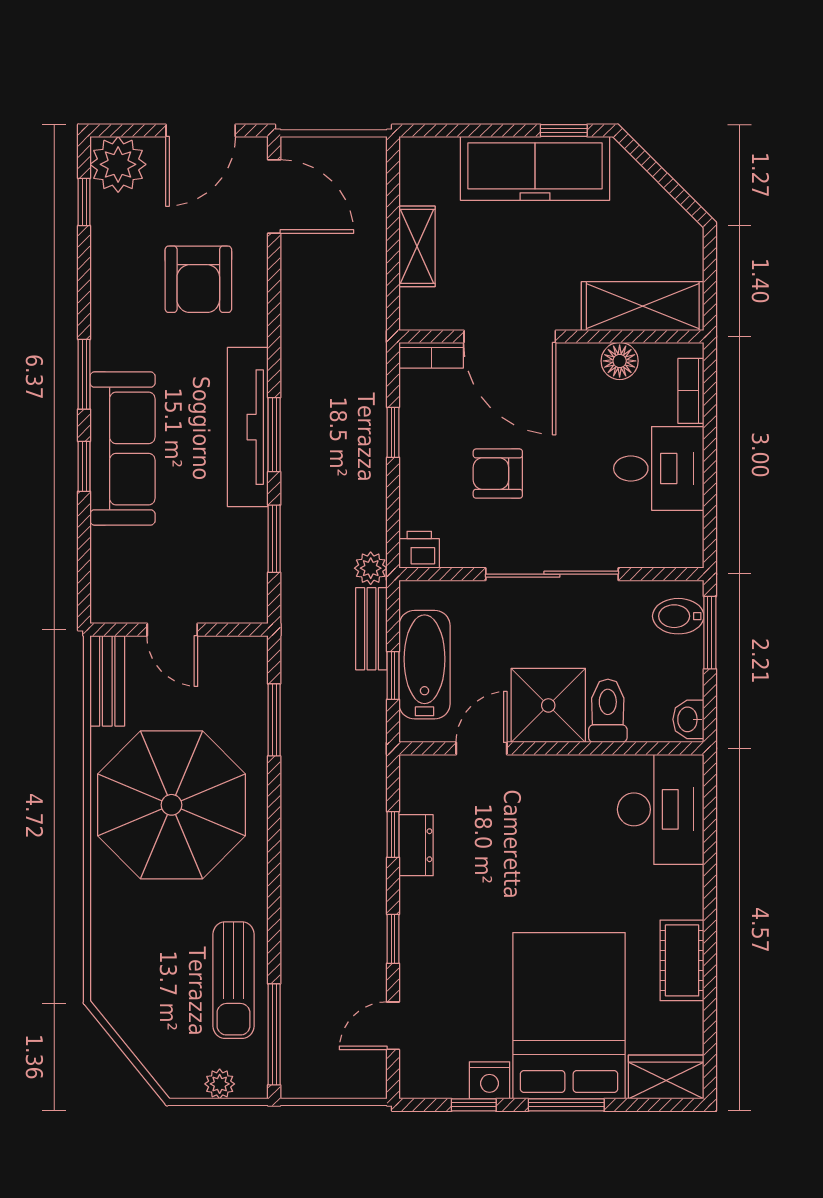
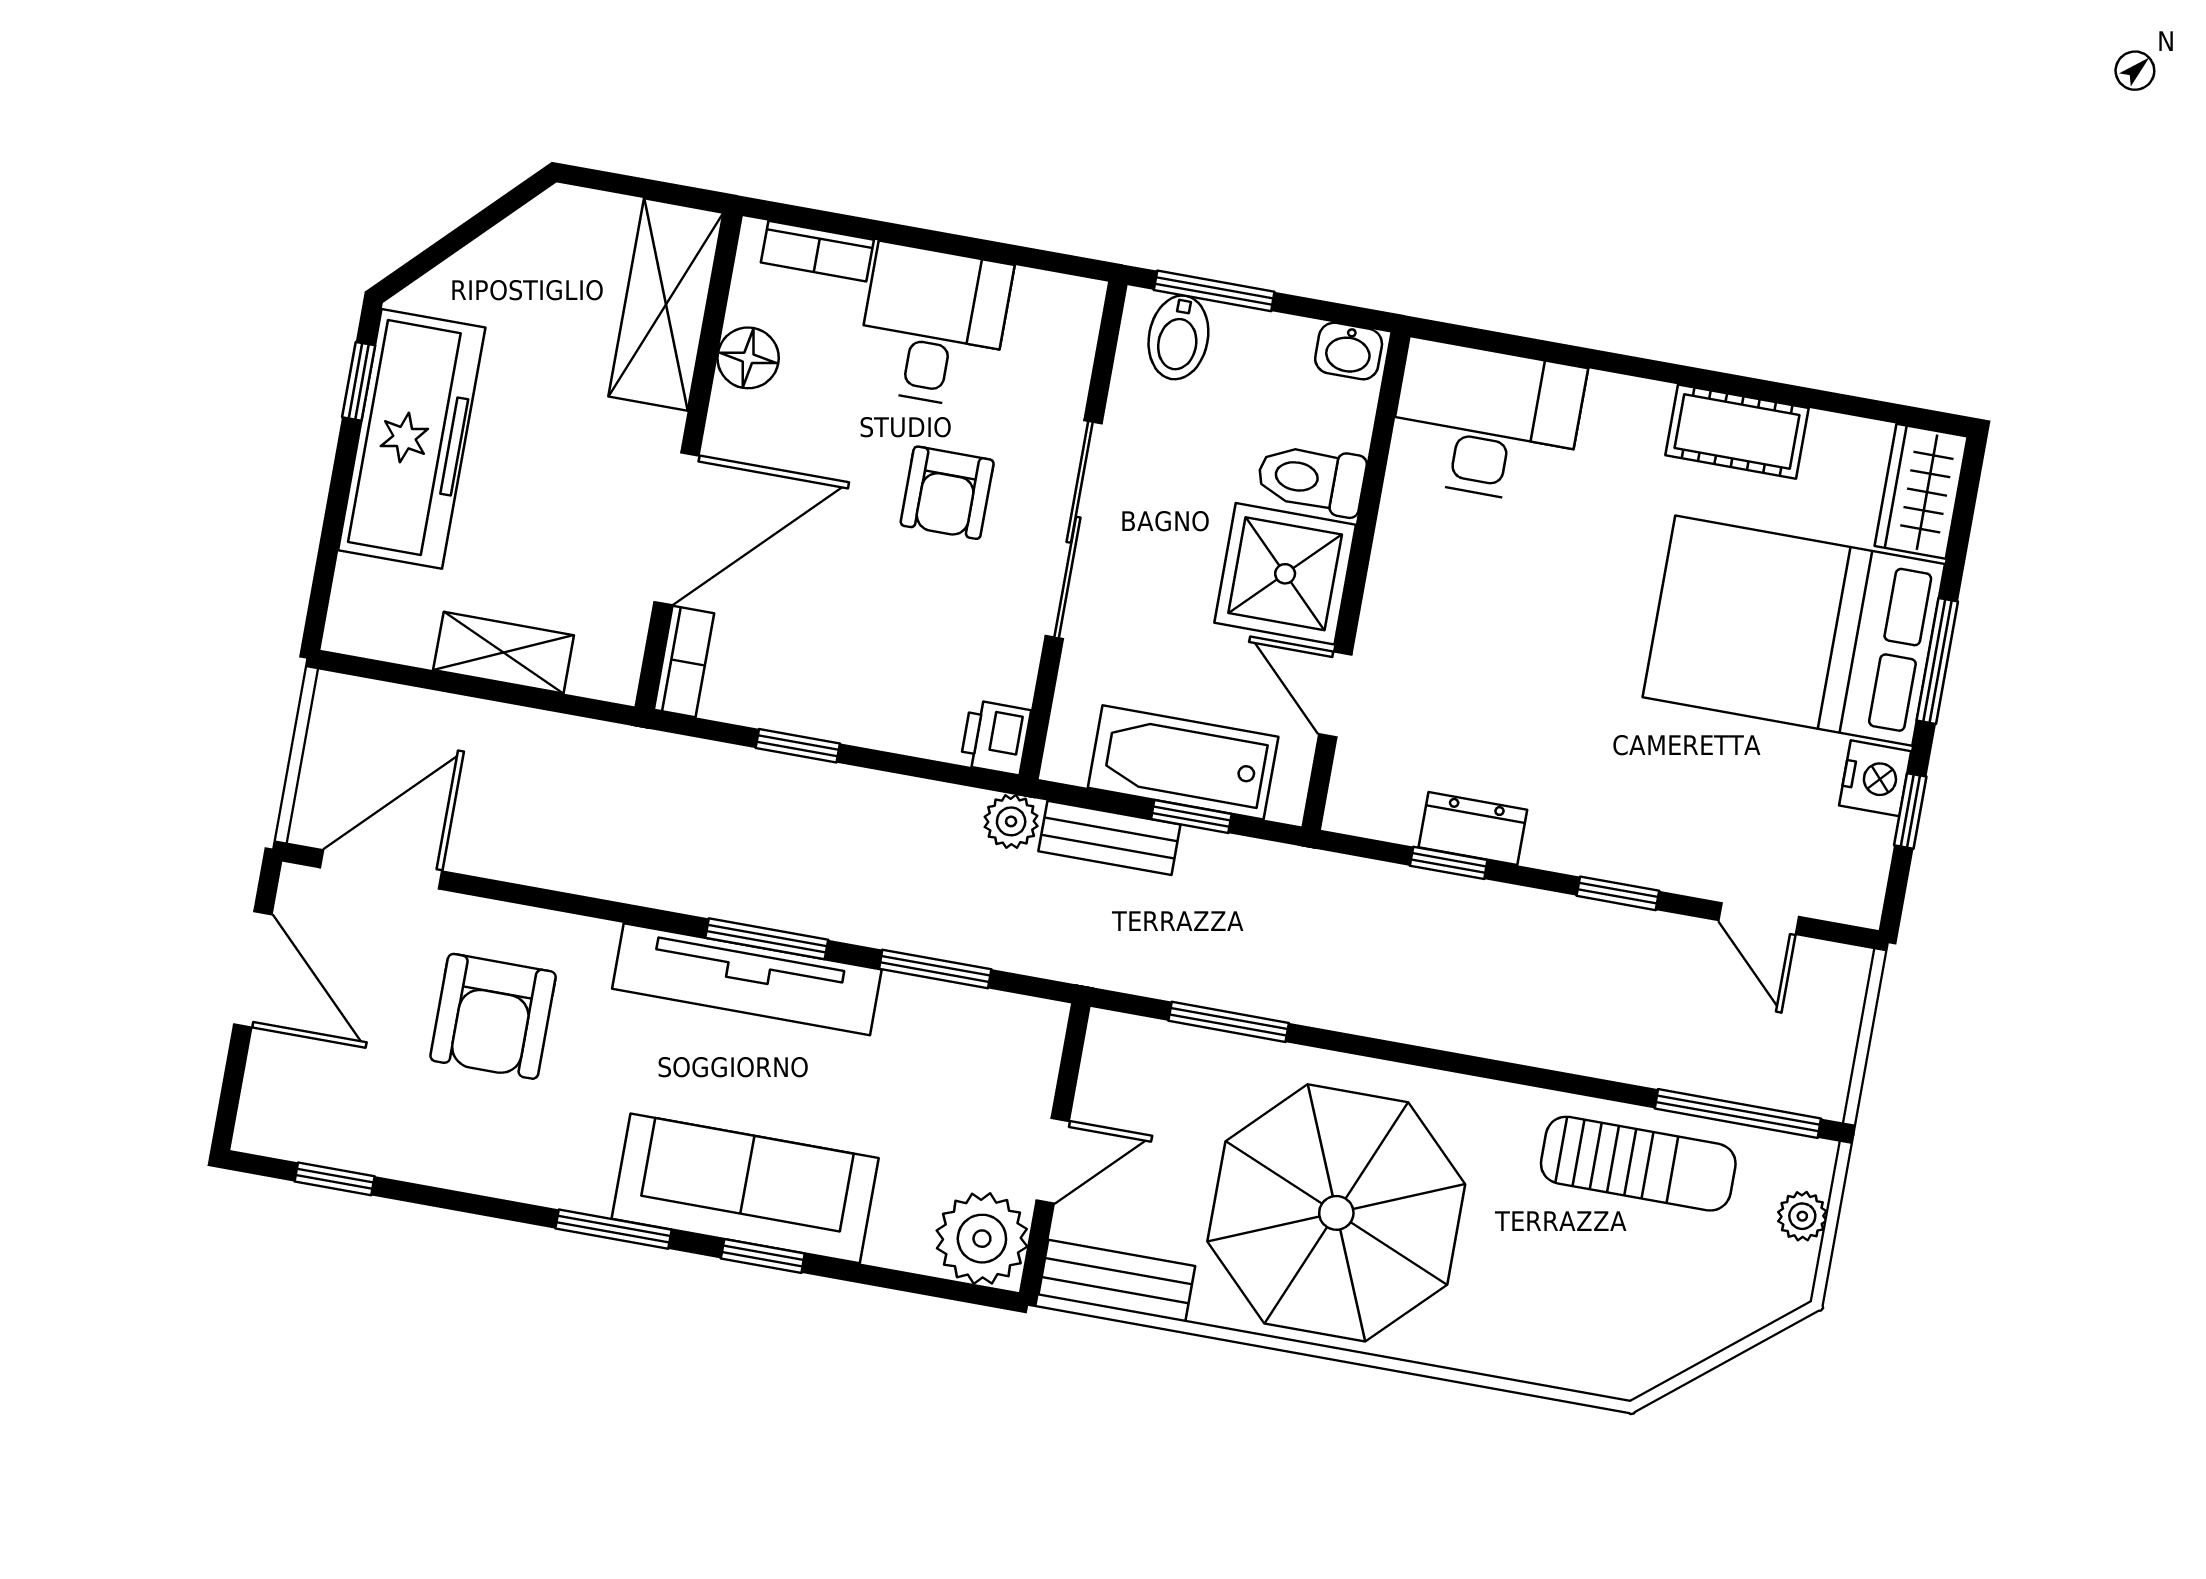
plant: (118, 164) -> (982, 1239), moved
armchair: (198, 279) -> (493, 1016), turned 90
armchair: (498, 474) -> (947, 493), moved

